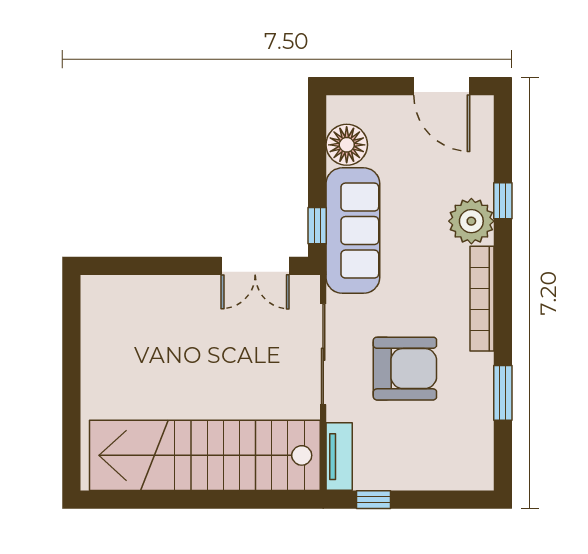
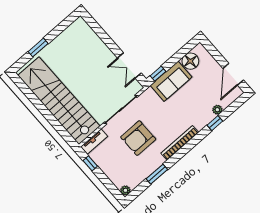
plant: (471, 221) -> (217, 110), moved, width x0.53, depth x0.53
sofa: (353, 231) -> (171, 81), width x0.73
armchair: (405, 369) -> (138, 138), turned 90
window: (71, 407) -> (38, 48), added
plant: (482, 478) -> (125, 190), added

